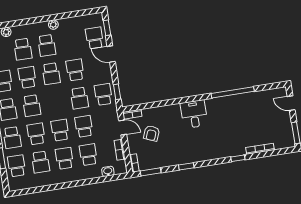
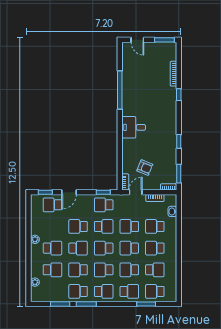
school desk: (56, 102) -> (104, 248), added
door: (291, 103) -> (137, 40), hinge flipped
school desk: (32, 106) -> (104, 270), turned 180

